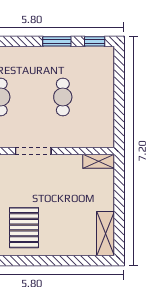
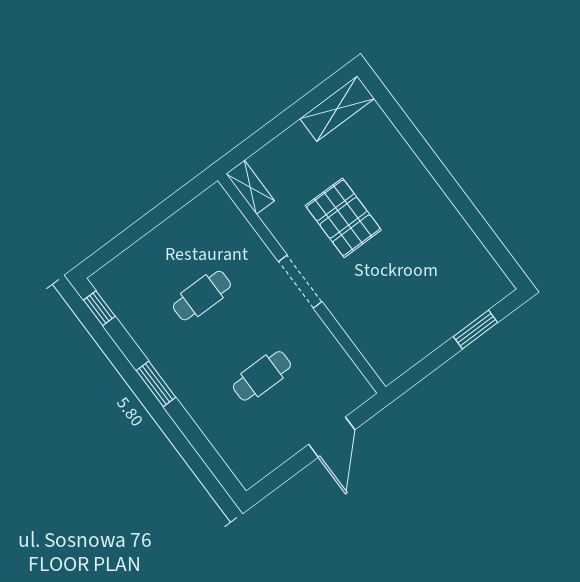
window: (57, 41) -> (156, 384), moved
pallet: (24, 228) -> (343, 218), moved, turned 90

